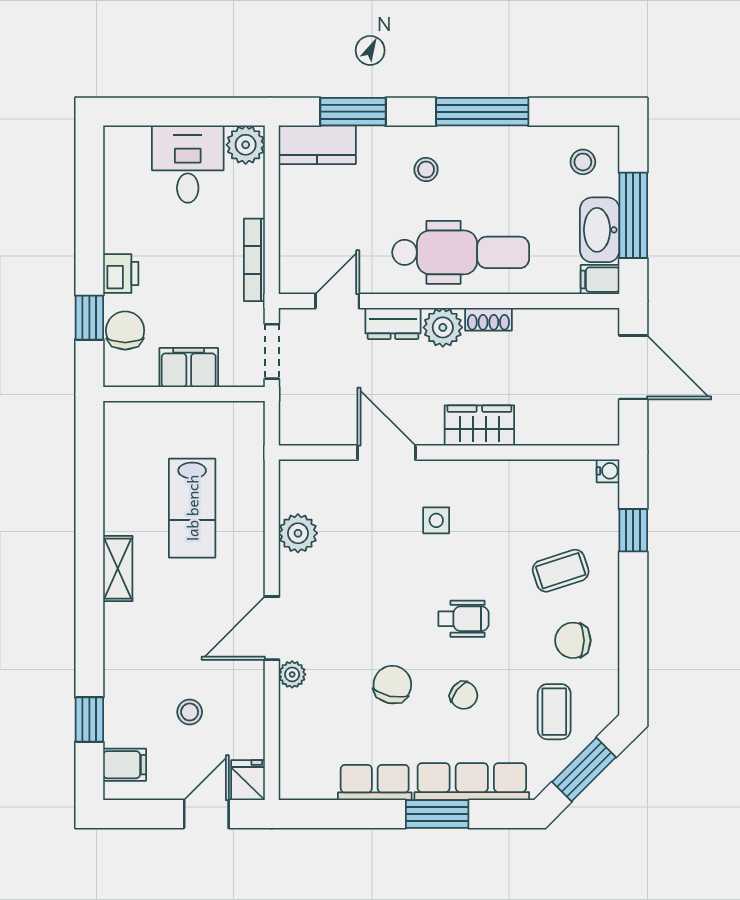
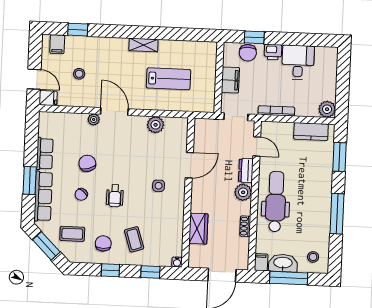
kitchen counter: (317, 145) -> (311, 132), moved, turned -90
desk: (188, 164) -> (298, 62), moved, turned -90
stool: (426, 169) -> (313, 188), removed
dental chair: (461, 252) -> (276, 202), turned 180
shoe rack: (488, 319) -> (245, 226), moved
chair: (125, 330) -> (248, 53), turned 90
wardrobe: (479, 425) -> (198, 229), moved
lab bench: (192, 508) -> (169, 79), turned 180
window: (633, 621) -> (110, 270), added
chair: (392, 685) -> (87, 163), turned -118

